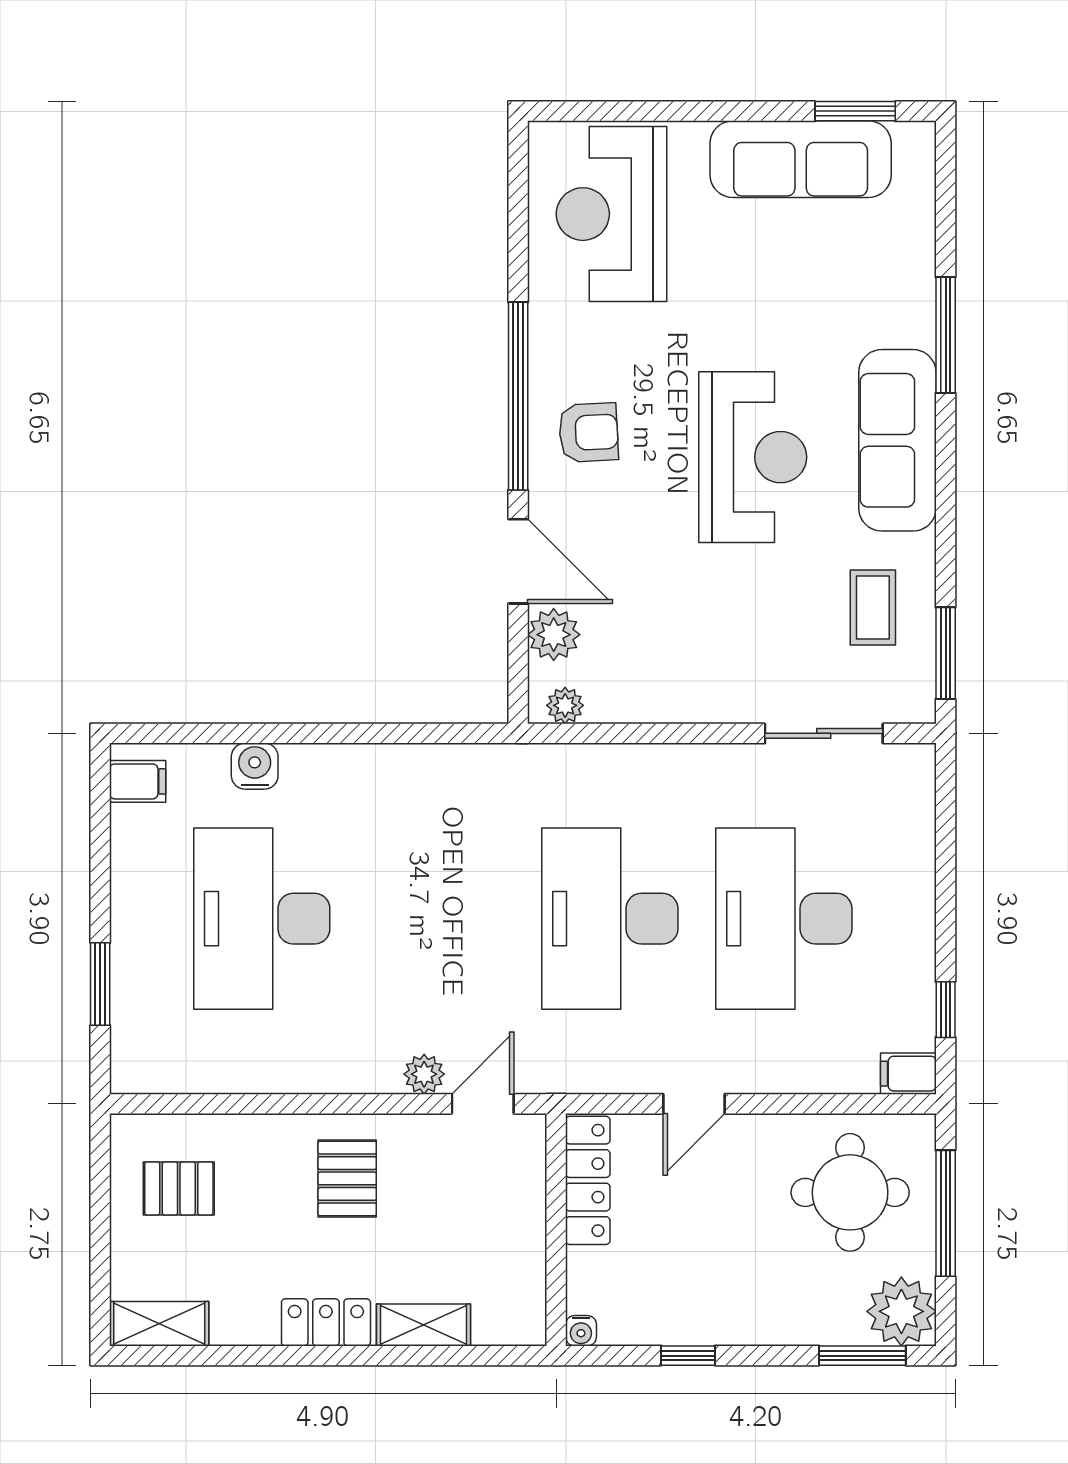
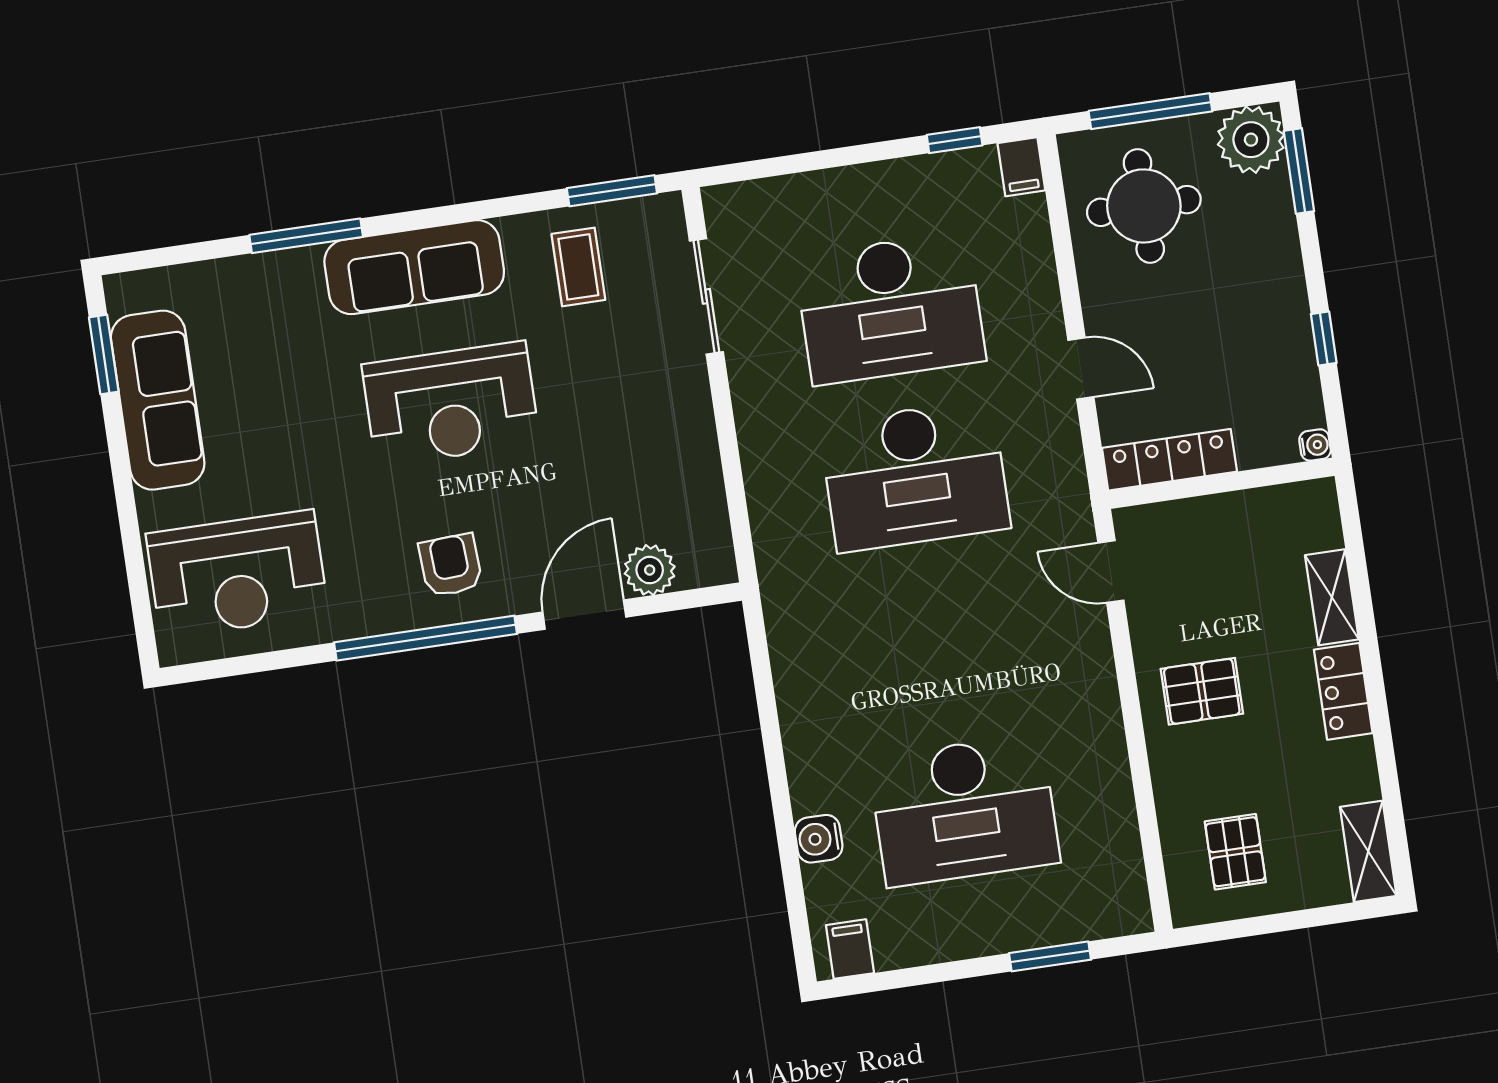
reception desk: (753, 457) -> (451, 404), turned 180
coffee table: (873, 608) -> (578, 267), turned 90
plant: (565, 705) -> (716, 549), removed
plant: (424, 1074) -> (1091, 632), removed

